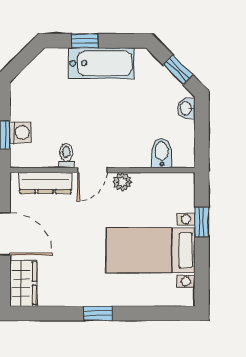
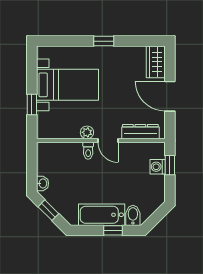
bidet: (162, 153) -> (133, 215), moved, turned 180
toilet: (66, 155) -> (88, 151), moved
door: (92, 170) -> (108, 141), swing flipped

